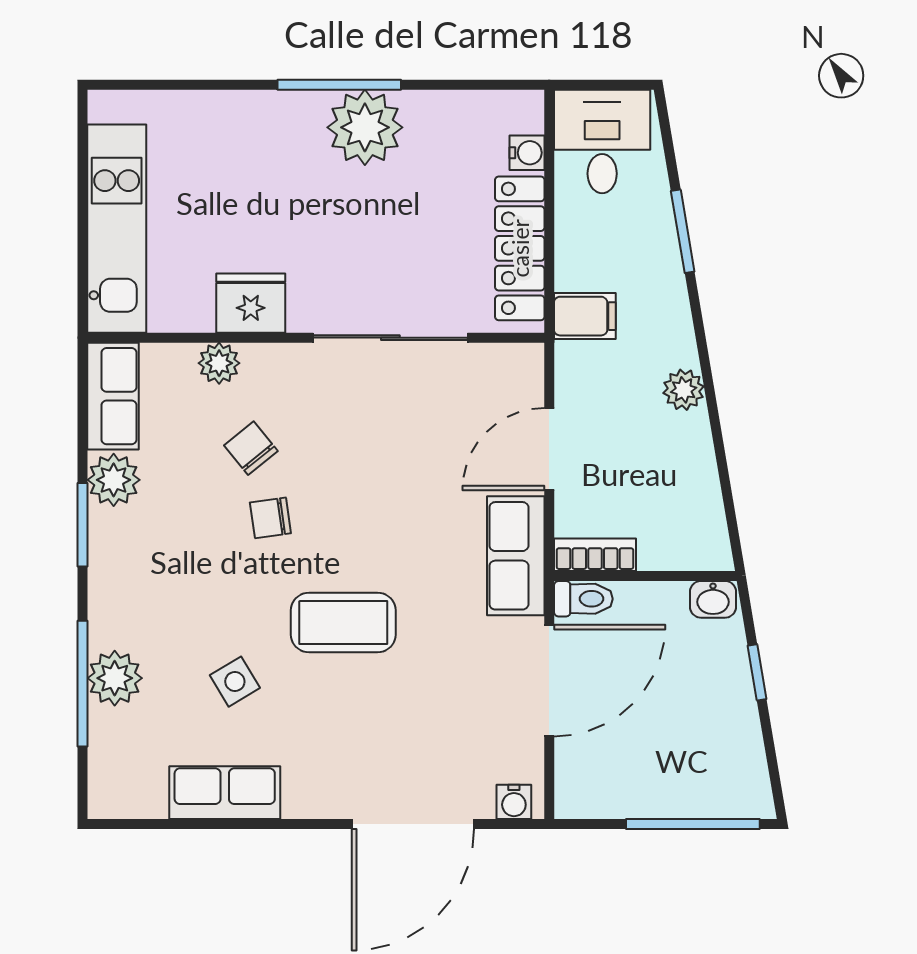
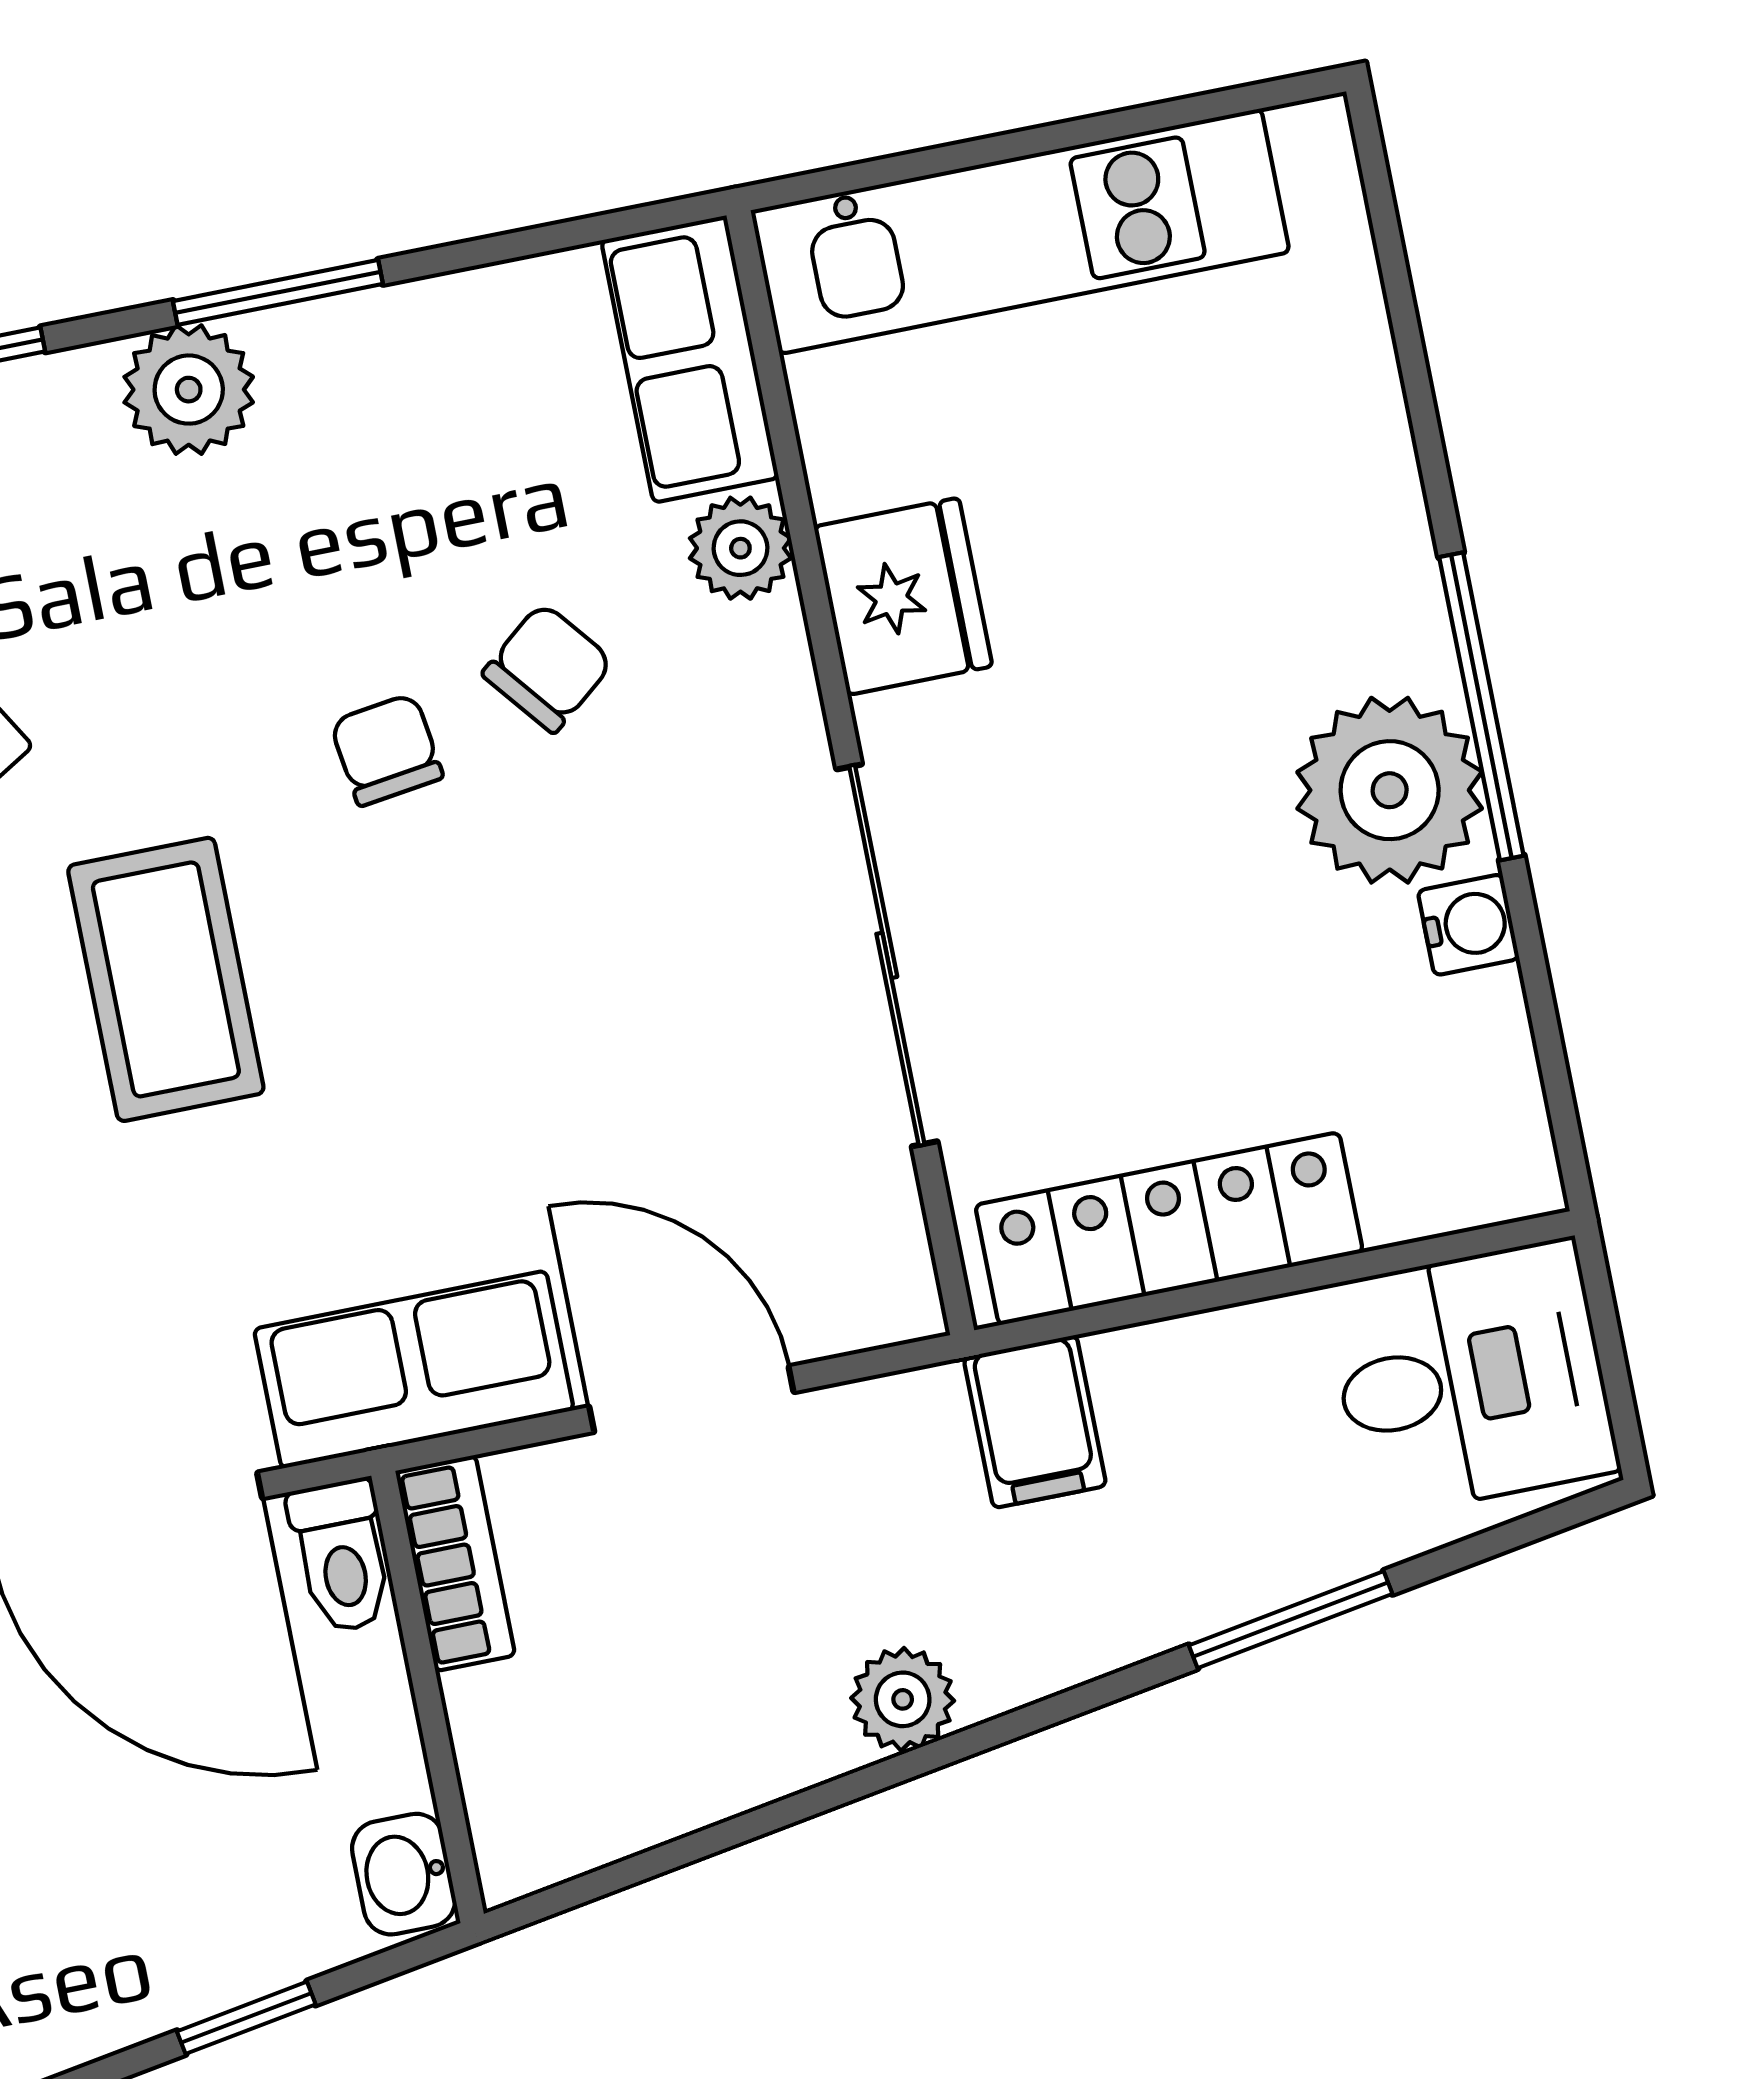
water cooler: (527, 153) -> (1468, 925), moved, turned -90
row of seats: (113, 396) -> (690, 359), moved, turned 90
plant: (114, 480) -> (189, 390), moved

